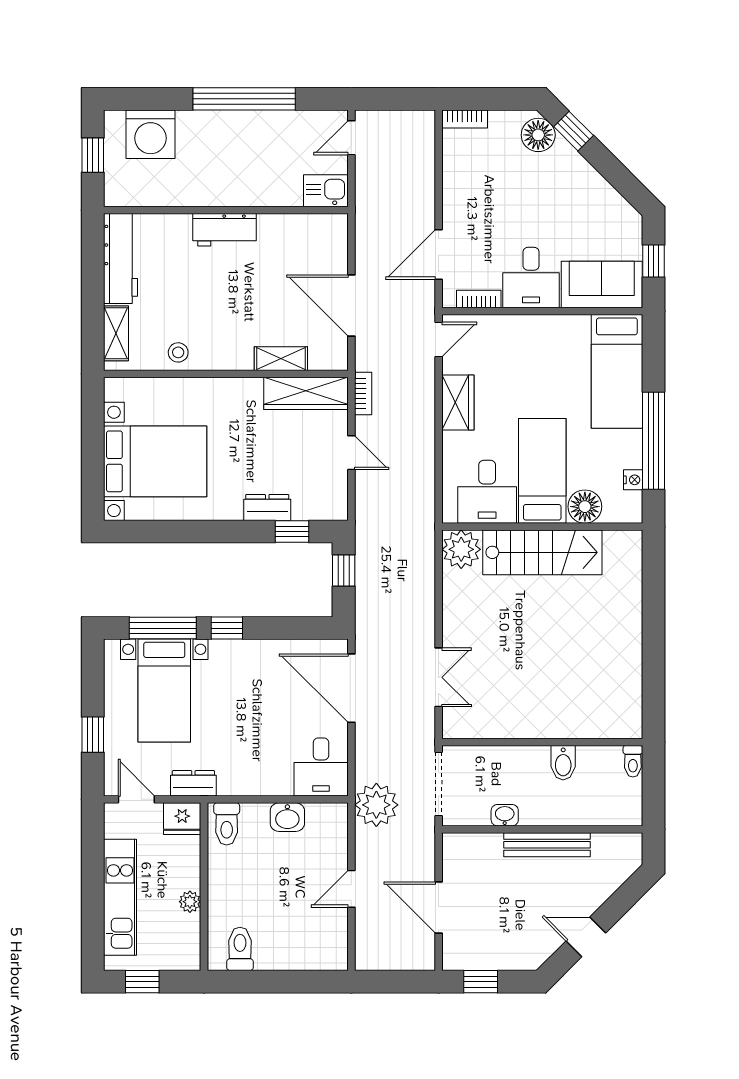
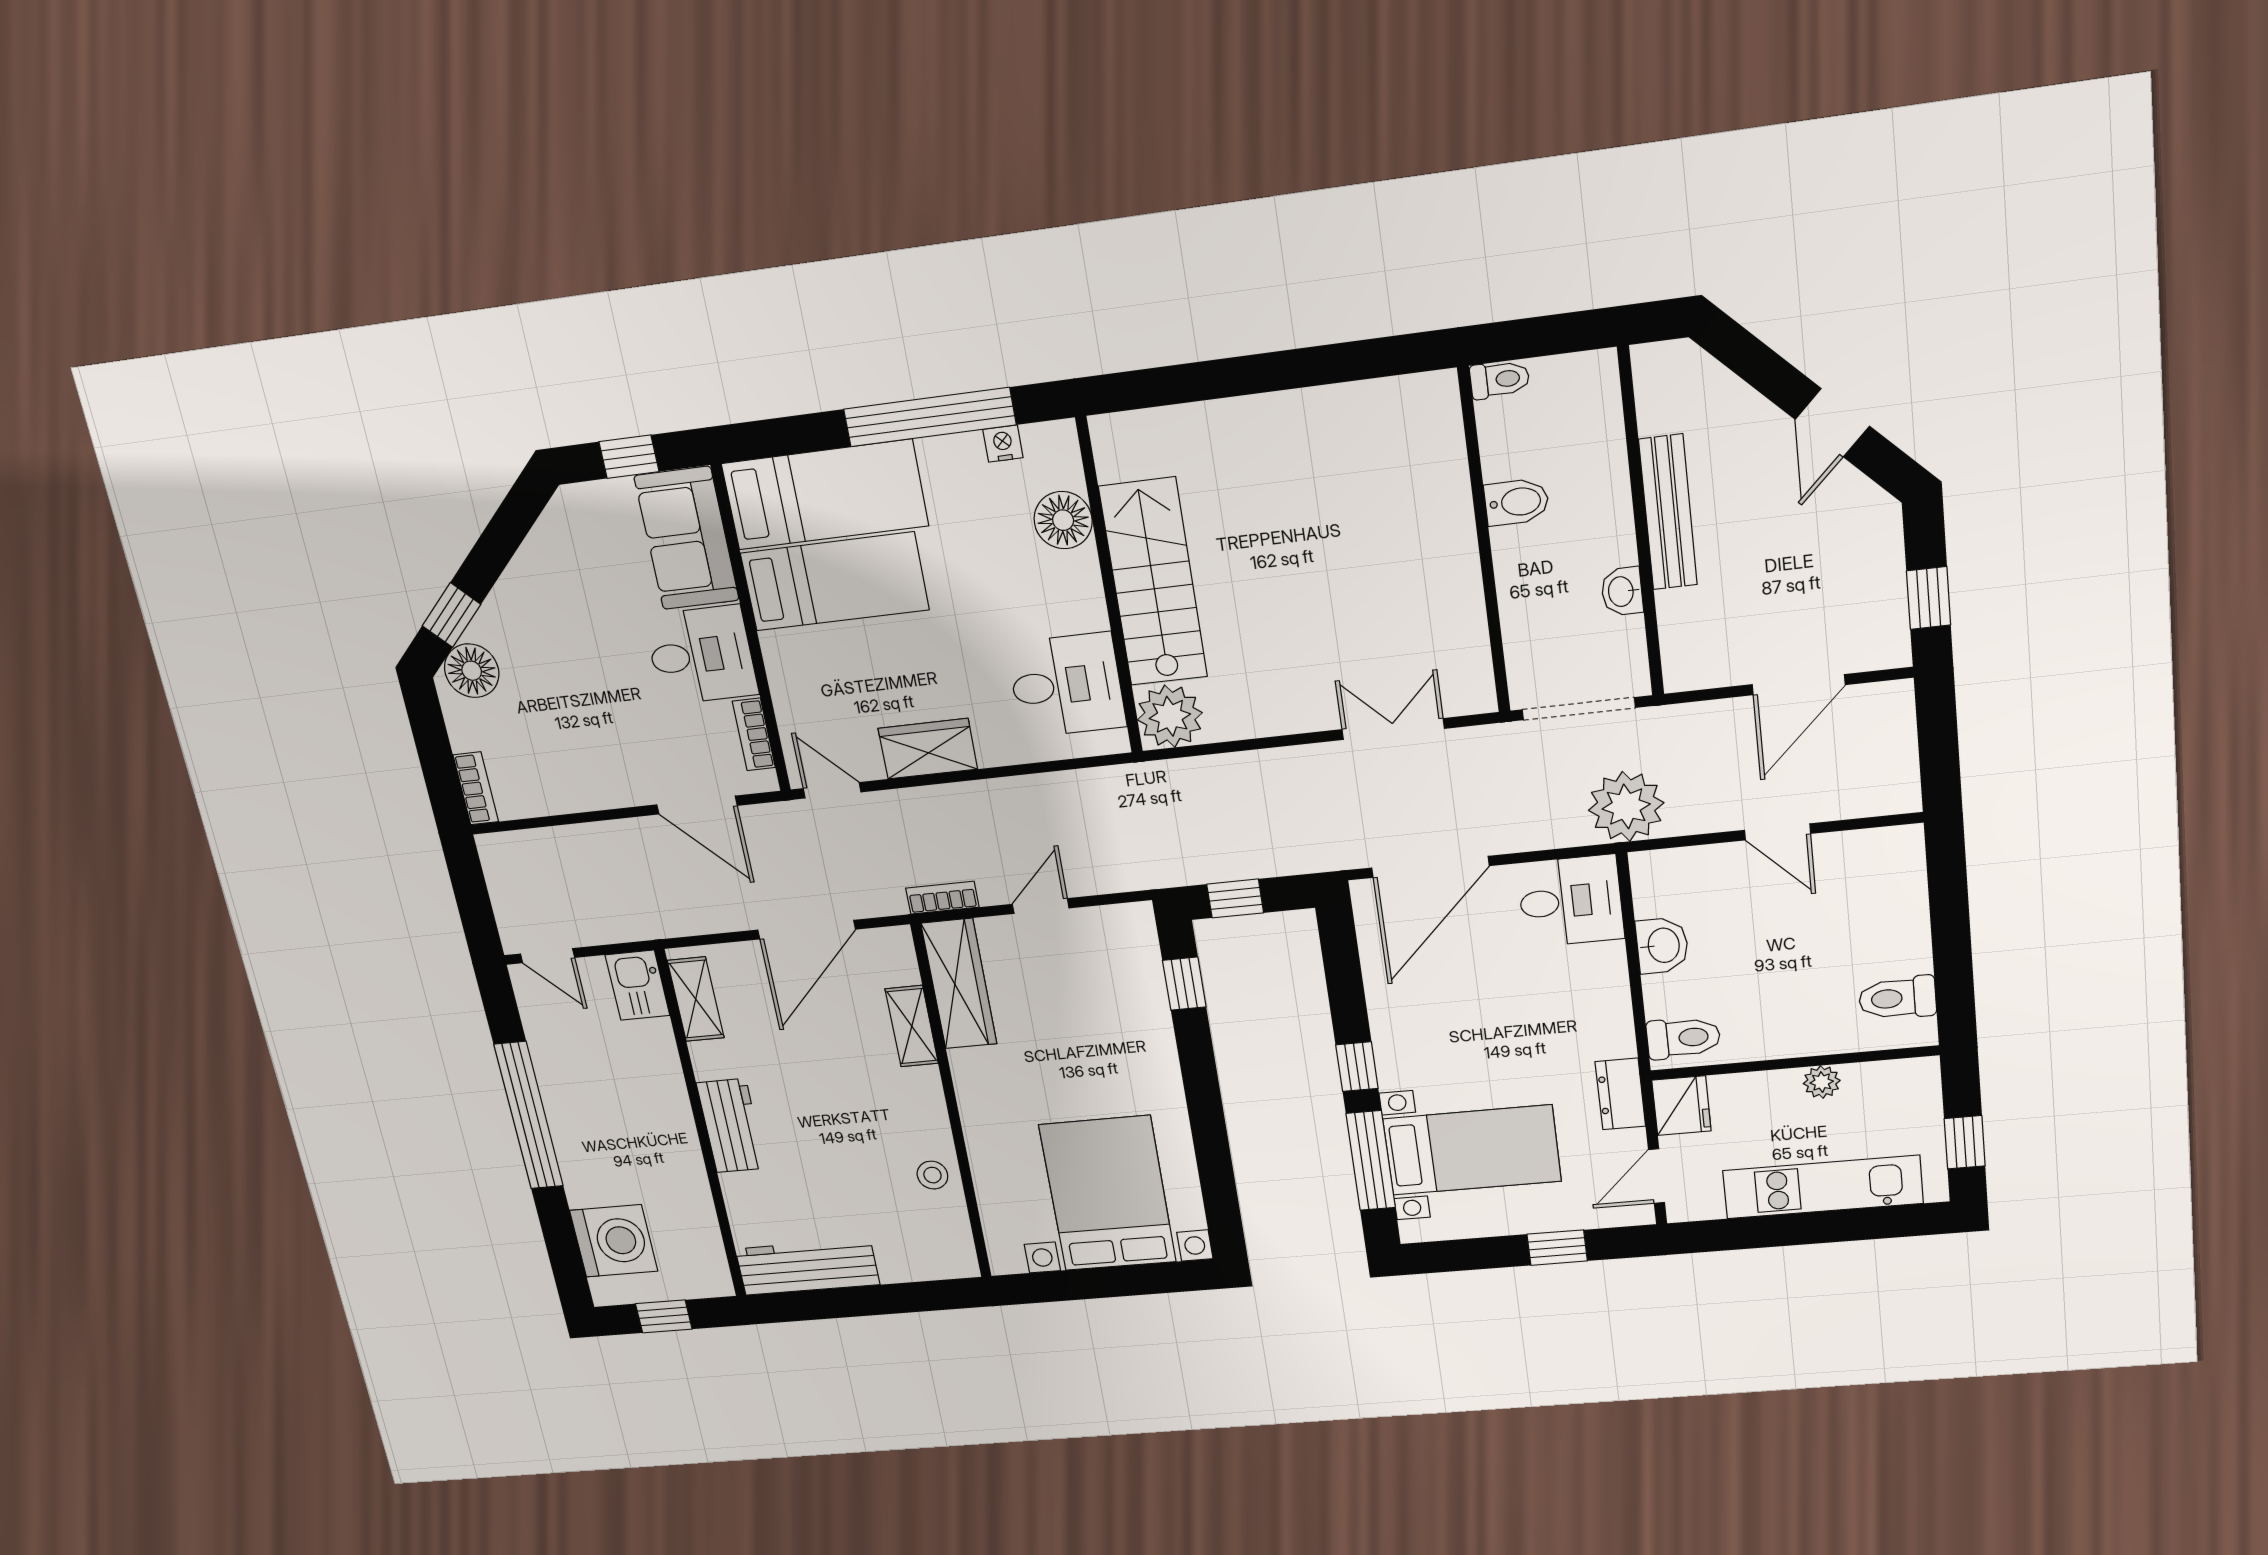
shelving: (116, 333) -> (696, 999), moved, turned 90
bed: (542, 471) -> (835, 581), moved, turned 180
dresser: (267, 508) -> (1152, 1024), removed

